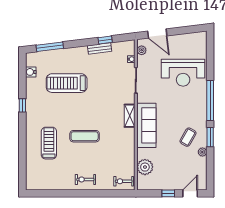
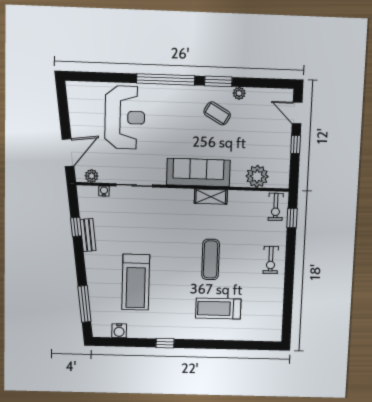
shelving: (130, 116) -> (211, 197), moved
window: (116, 193) -> (292, 218), added

